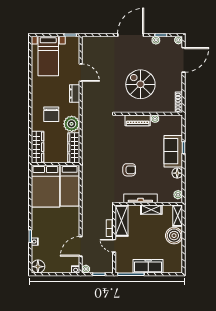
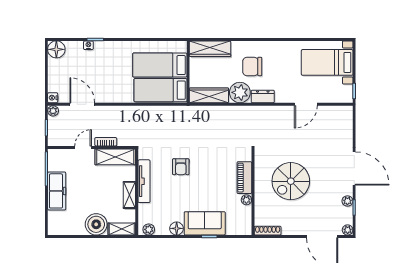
spiral stairs: (140, 84) -> (291, 181), turned 180
dresser: (75, 93) -> (263, 96), moved
bed: (45, 186) -> (160, 65), width x0.67

